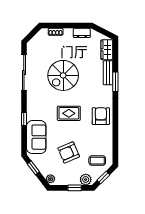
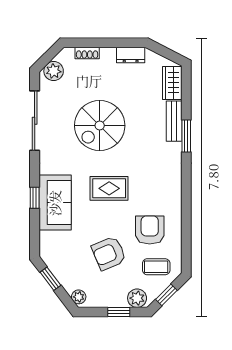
plant: (35, 43) -> (54, 71), added
armchair: (101, 116) -> (150, 230), moved
sofa: (36, 137) -> (55, 203), moved

